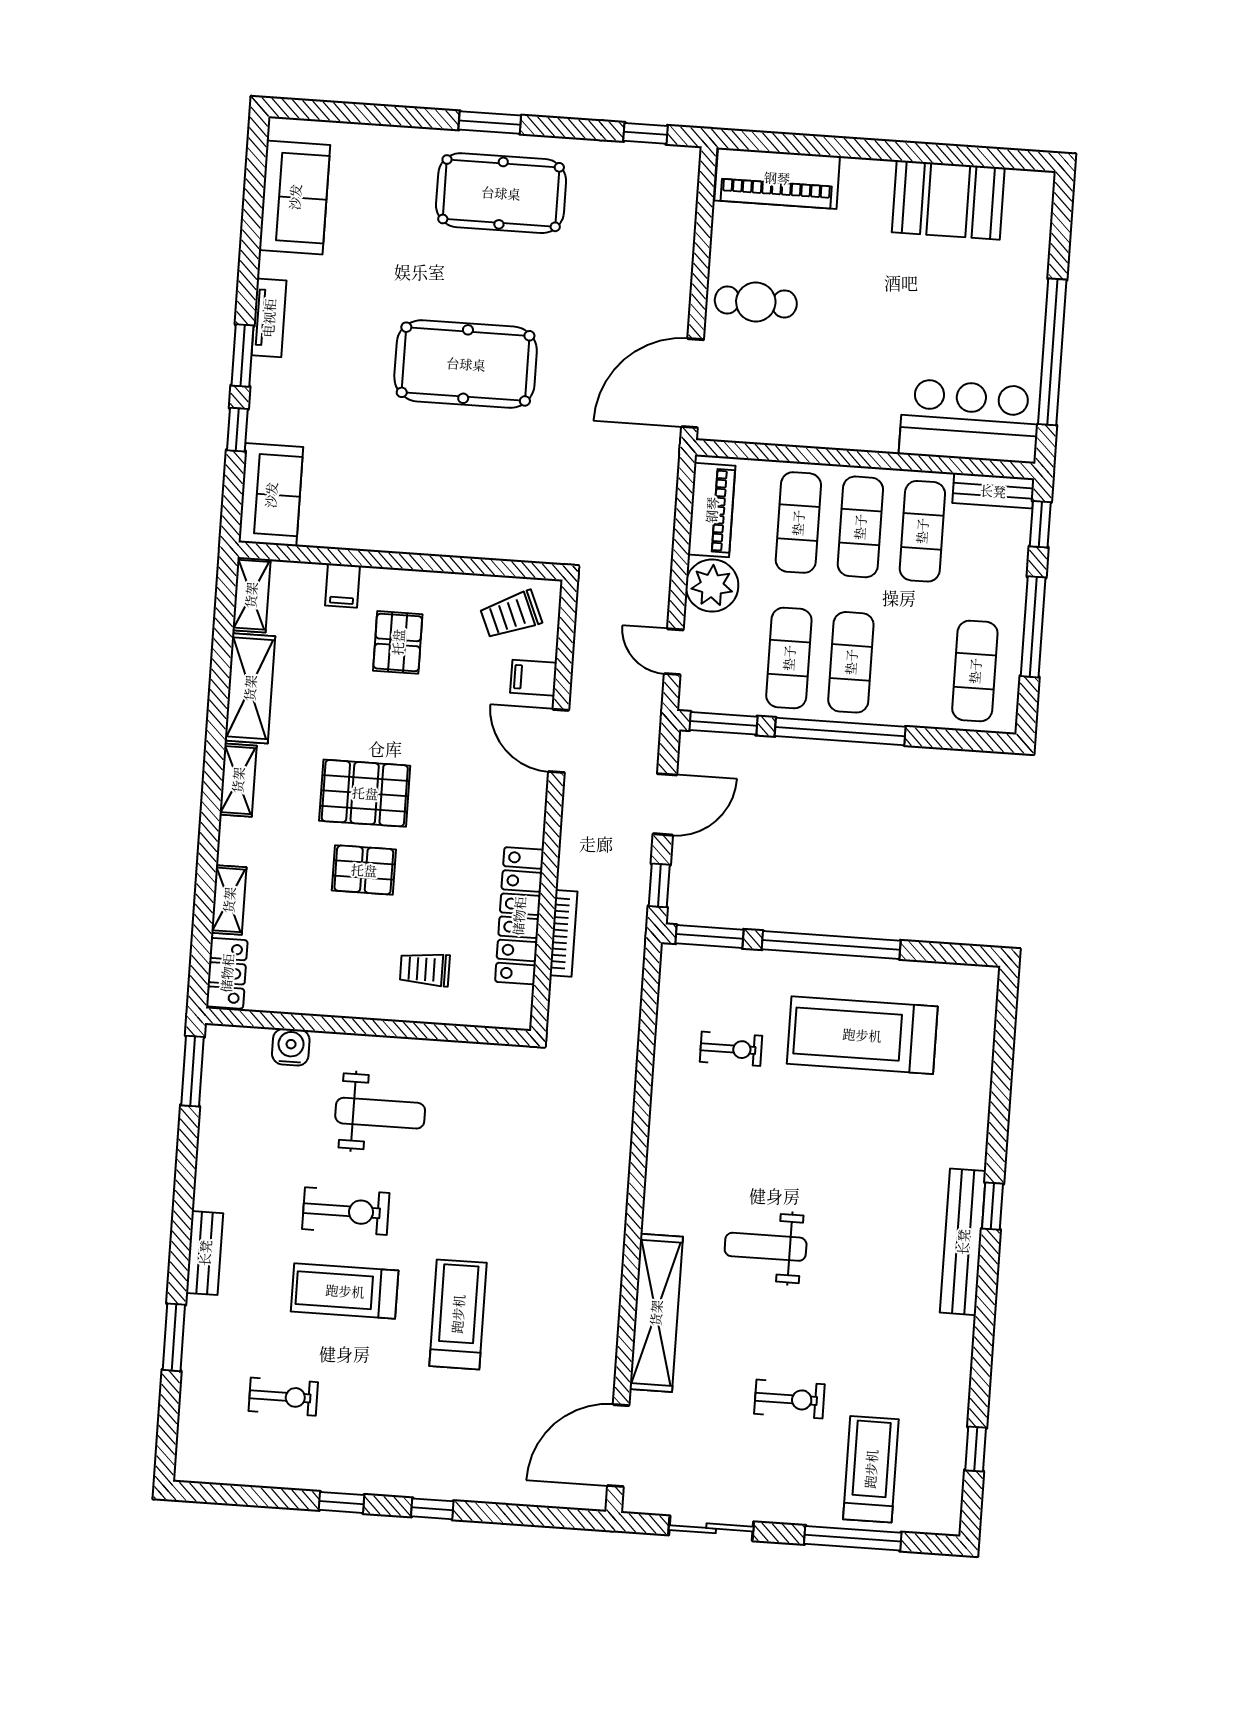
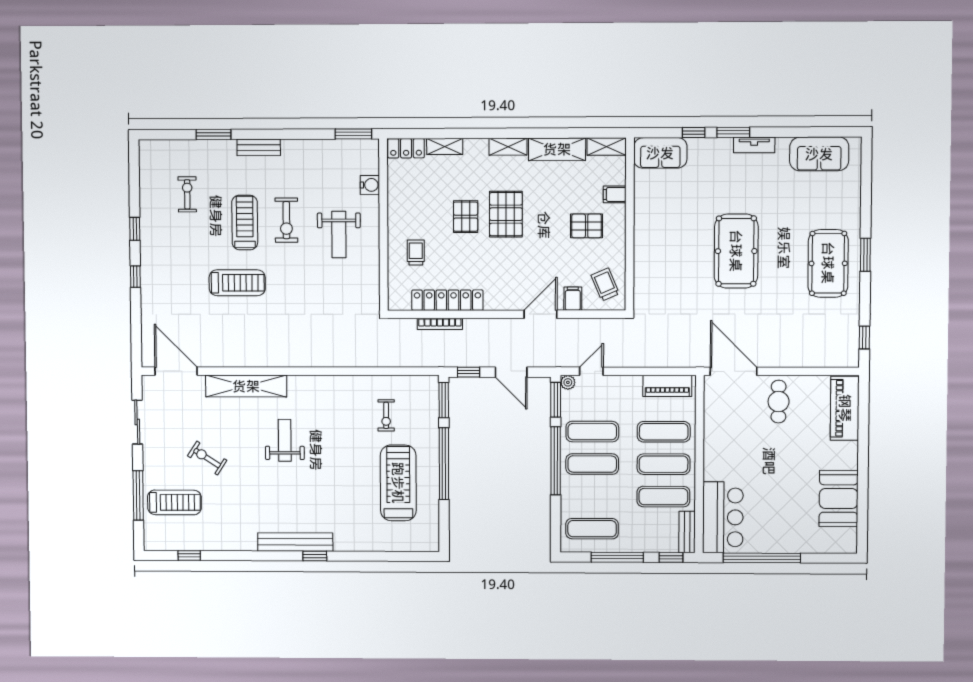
plant: (712, 586) -> (568, 382), moved, width x0.53, depth x0.53
exercise bike: (283, 1397) -> (187, 194), turned 180
exercise bike: (789, 1399) -> (207, 458), turned 123

